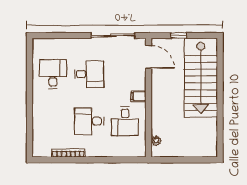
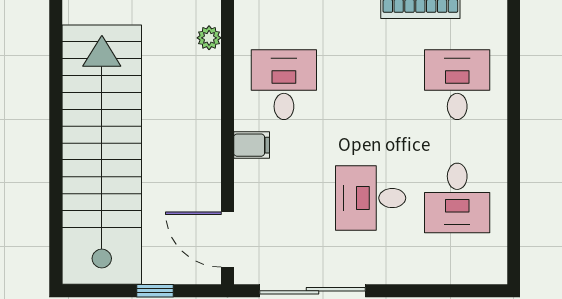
stairs: (201, 78) -> (102, 155), width x1.36
desk: (89, 121) -> (457, 85), moved, turned -90

